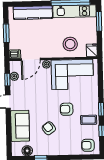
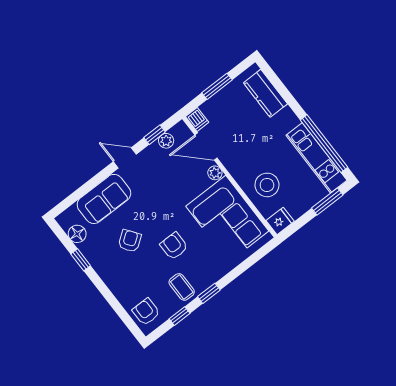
kitchen counter: (33, 13) -> (265, 93), width x0.67

